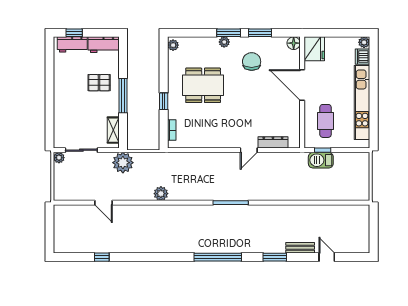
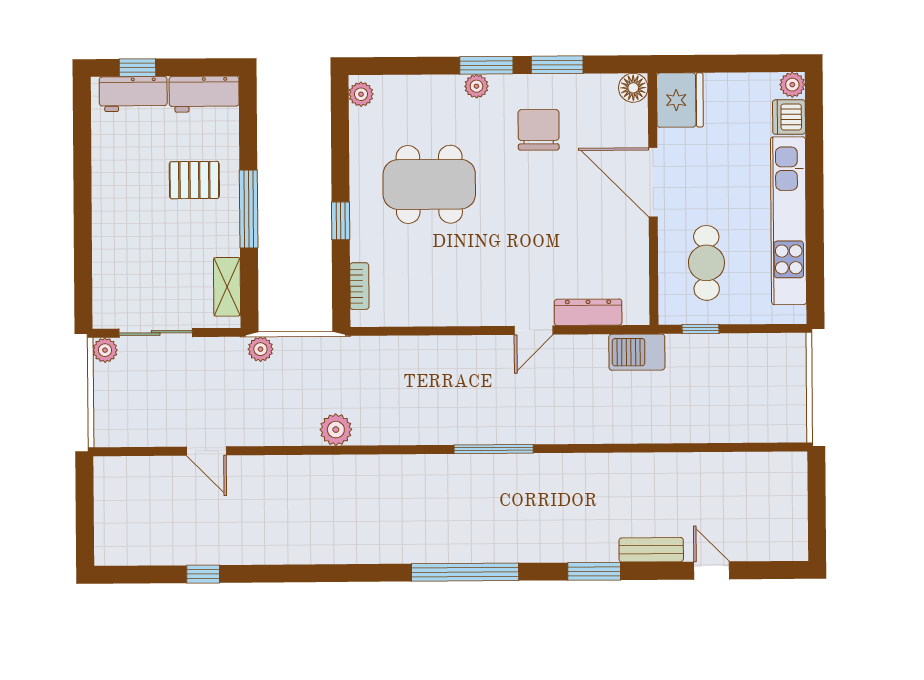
barbecue: (321, 160) -> (637, 352), moved
plant: (123, 163) -> (260, 349), width x0.53, depth x0.53

